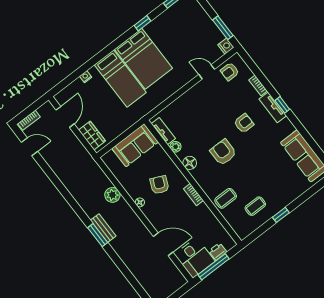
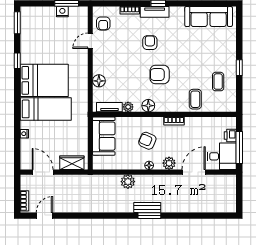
nightstand: (226, 46) -> (62, 12), moved
floor lamp: (179, 105) -> (99, 81), added
plant: (155, 218) -> (169, 163), added

